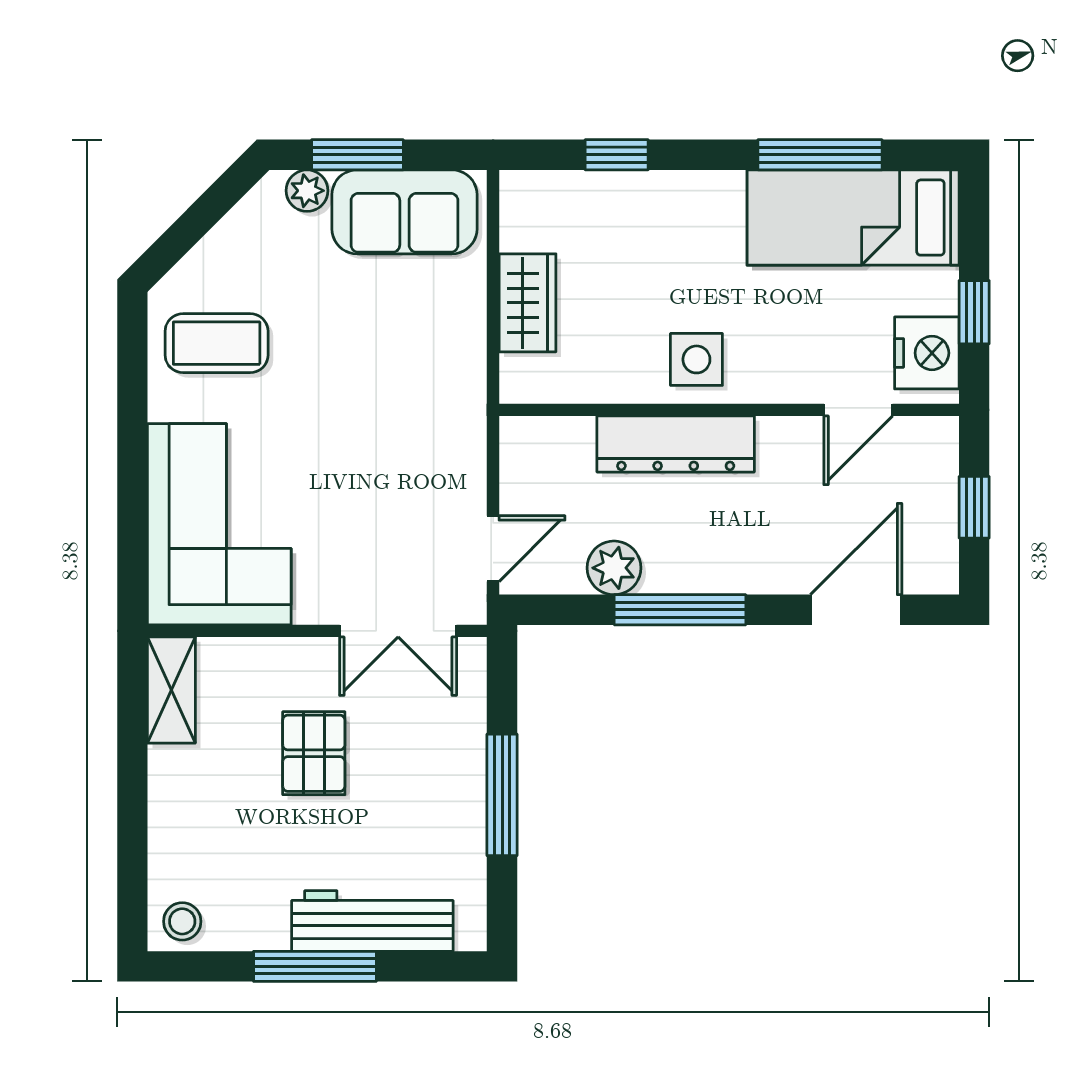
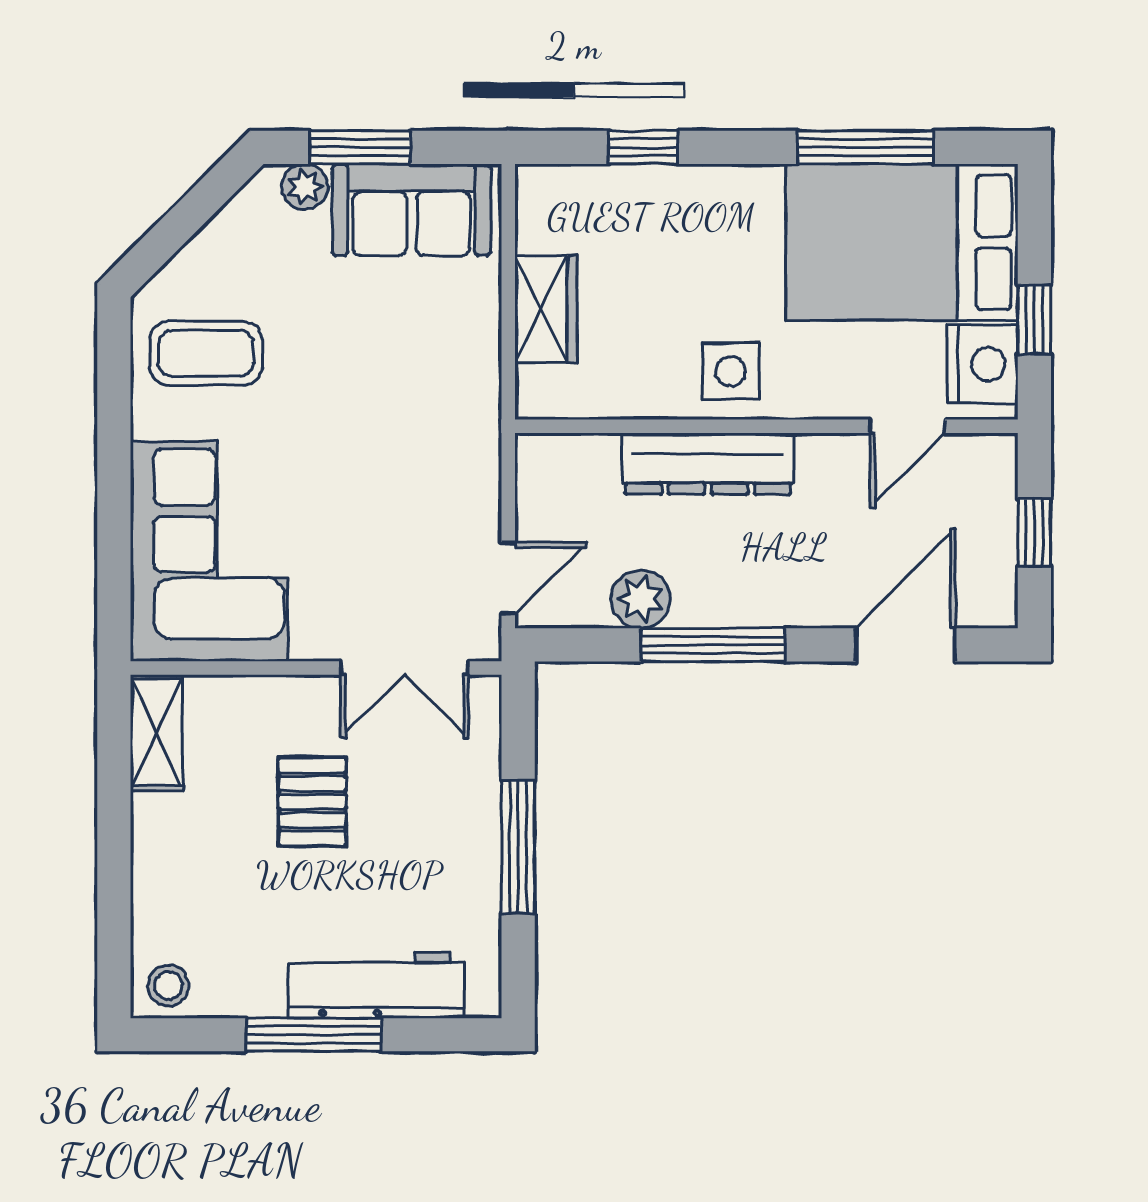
bed: (853, 218) -> (902, 242), width x1.50

